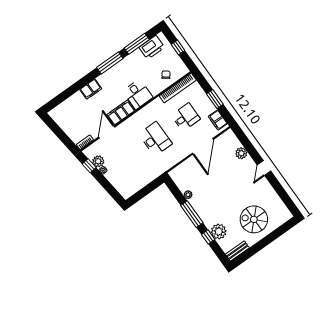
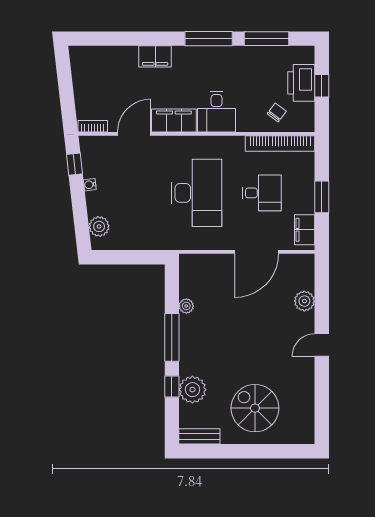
printer: (152, 47) -> (301, 83), moved, turned 90
desk: (155, 139) -> (196, 193), width x1.36, depth x1.30
plant: (98, 161) -> (99, 226), moved

